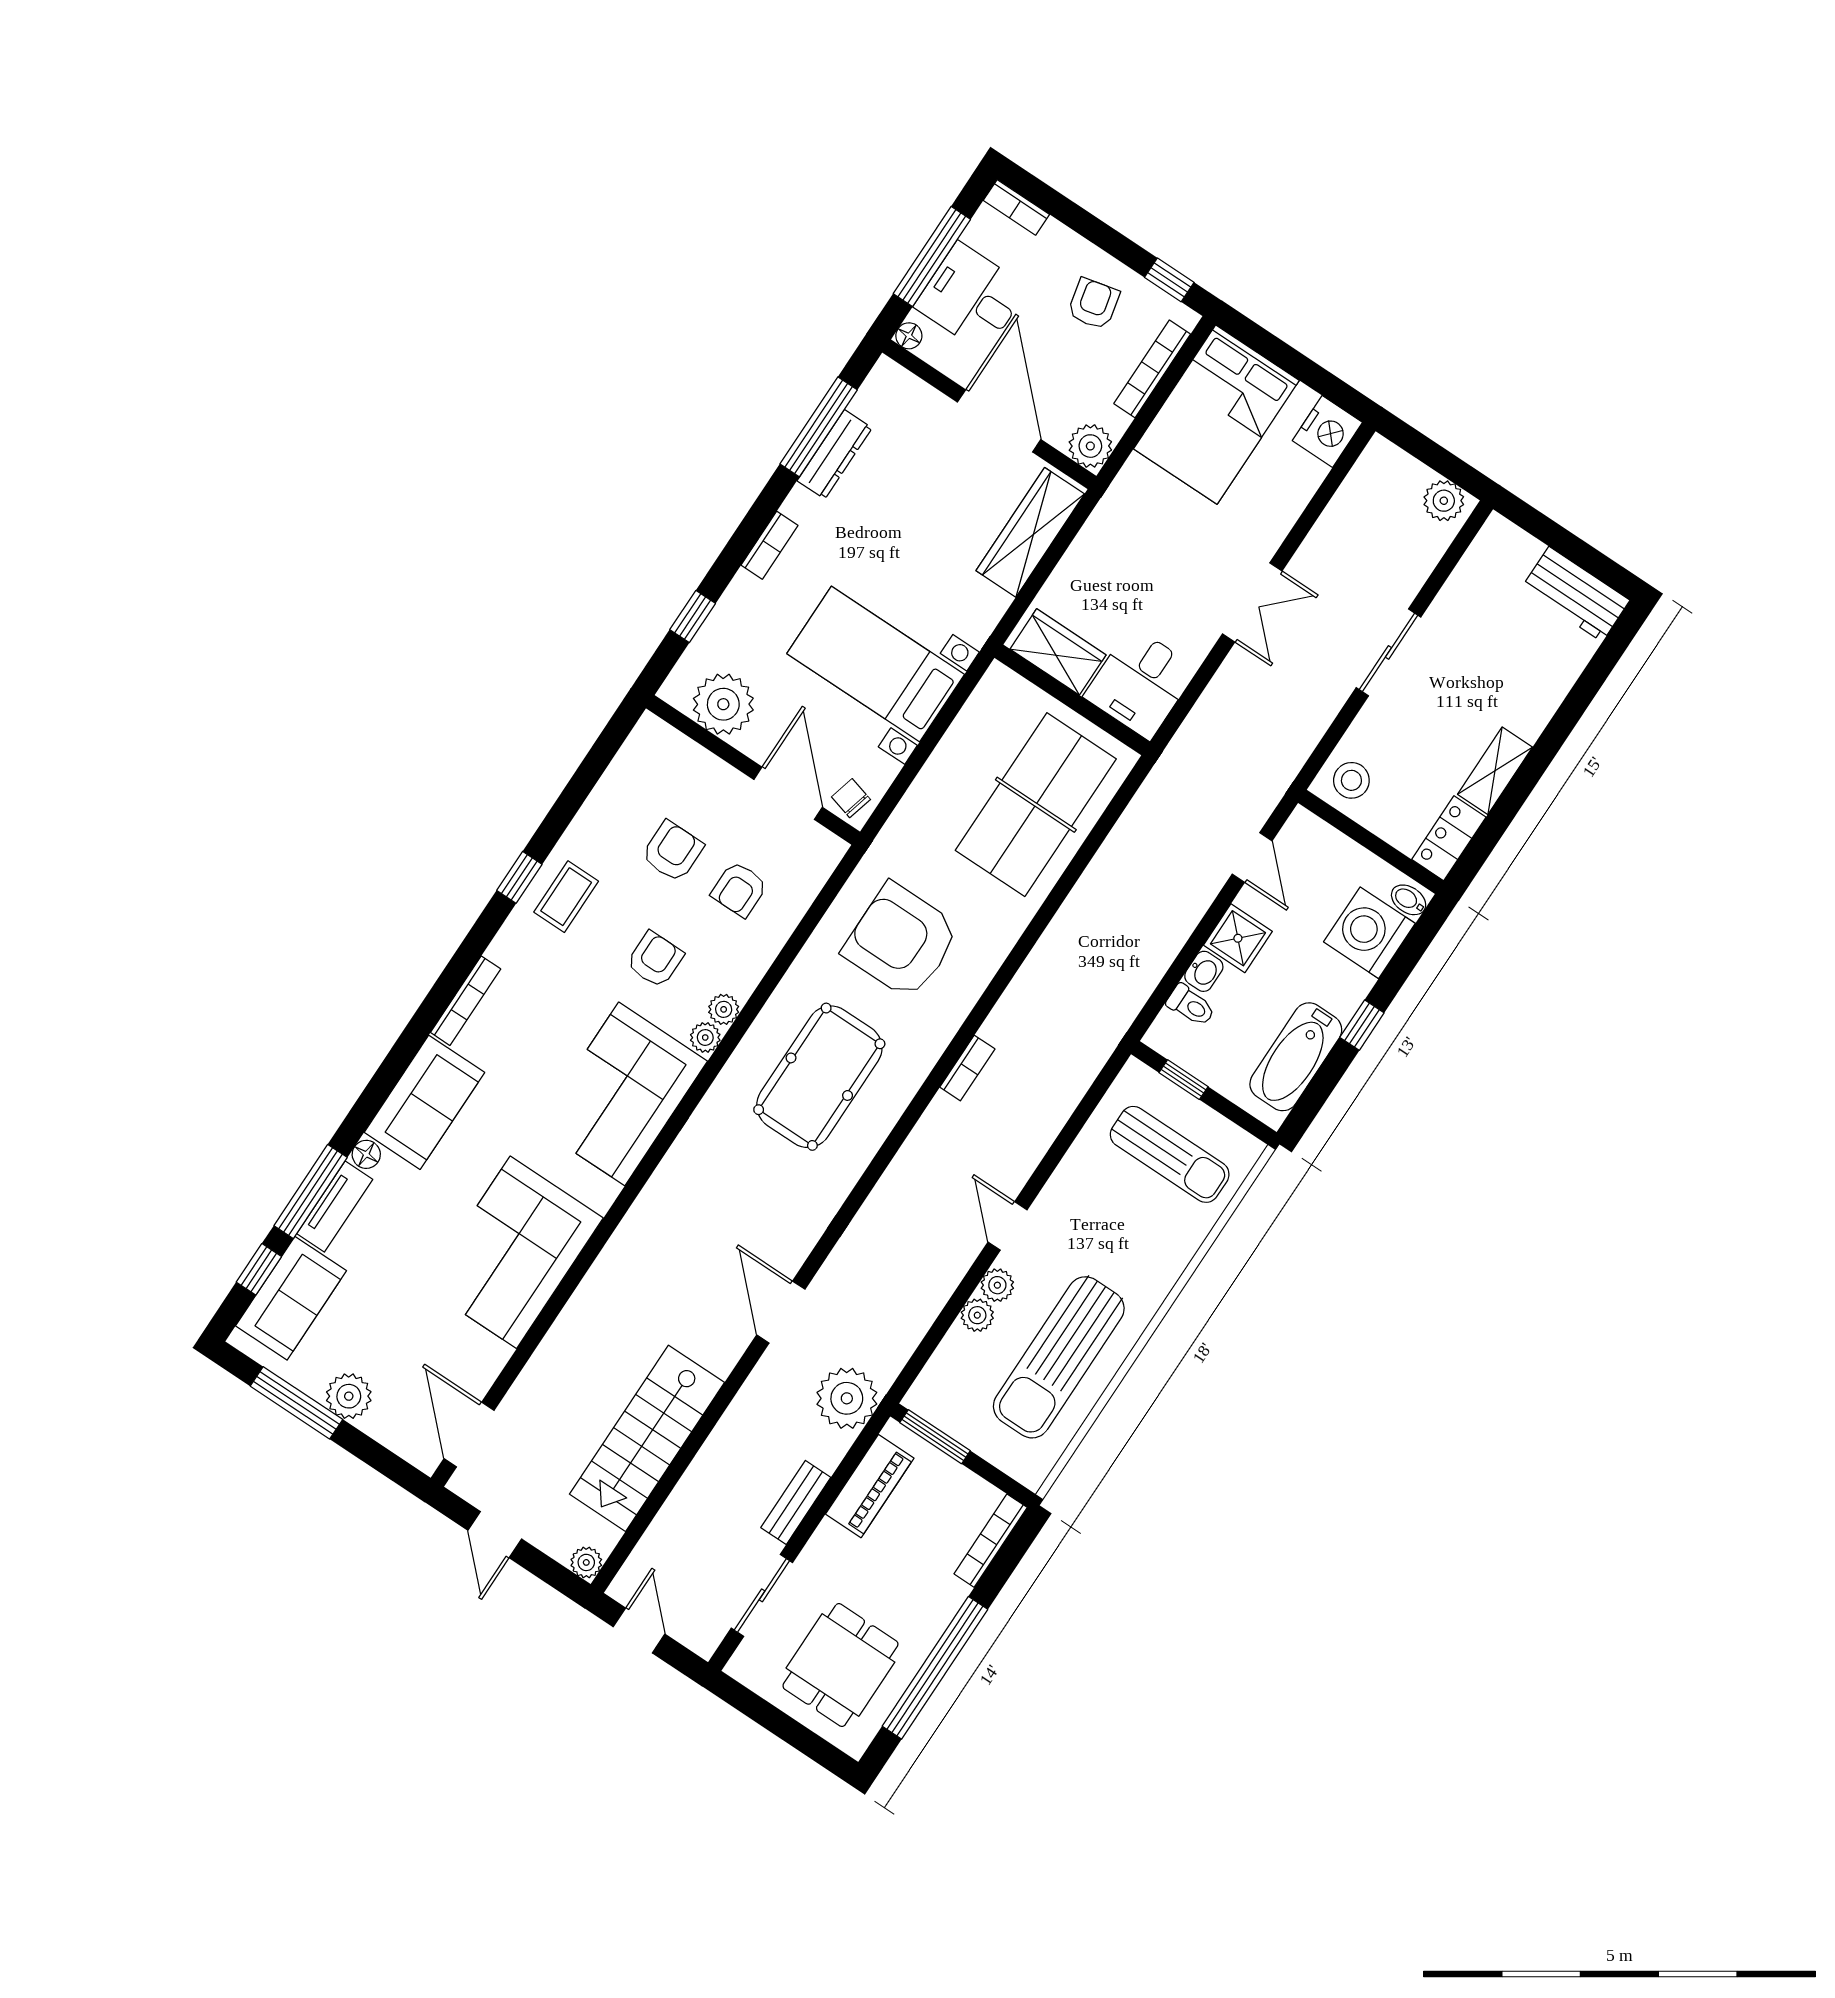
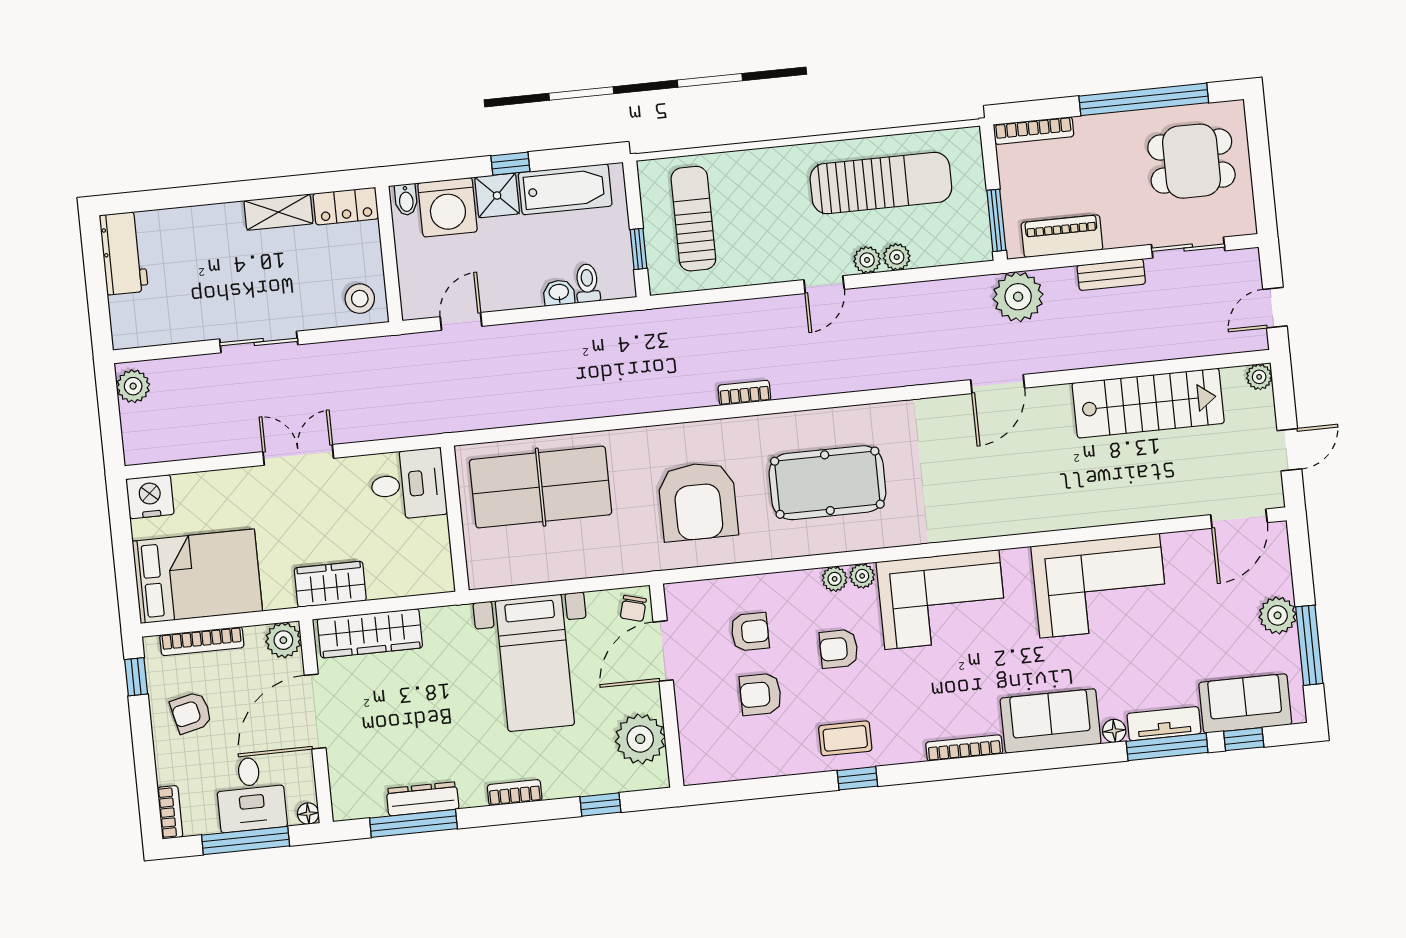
wardrobe: (1058, 652) -> (330, 584), moved, turned 90
shower: (1238, 938) -> (497, 195), moved

